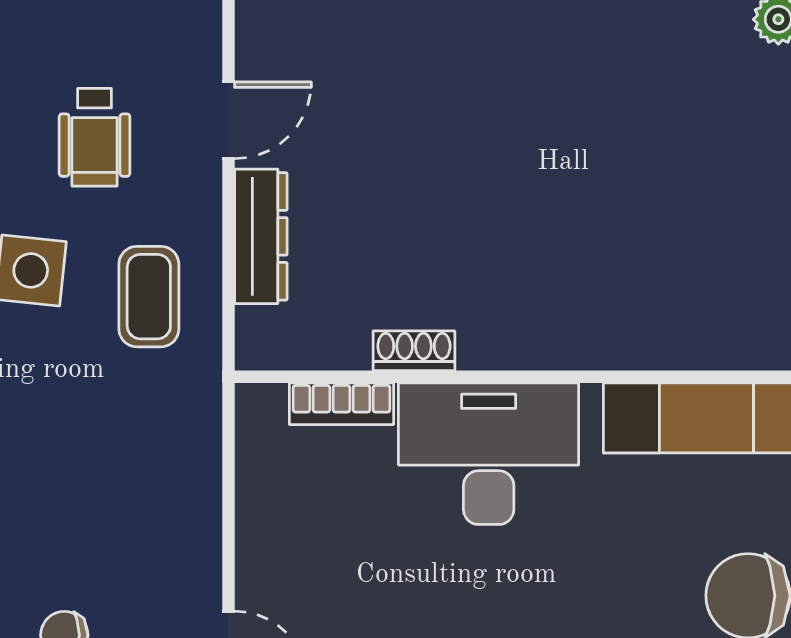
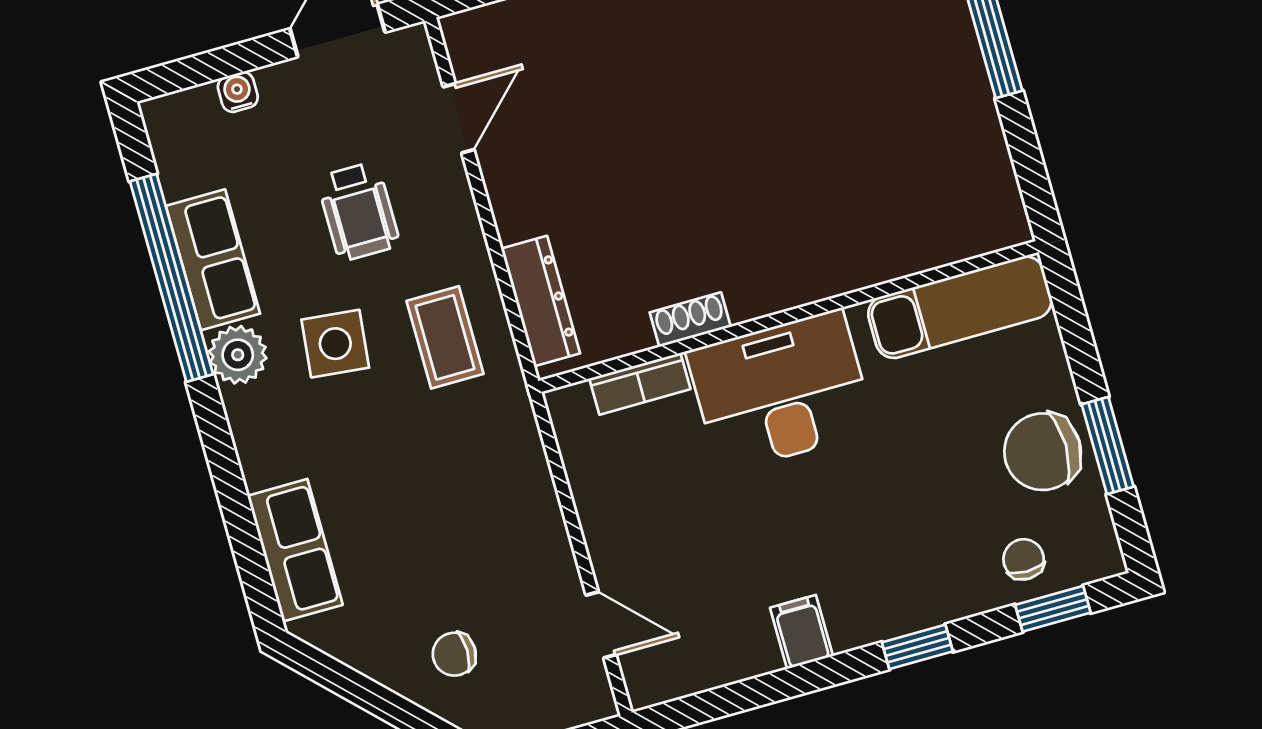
door: (228, 120) -> (459, 118), moved
dresser: (261, 236) -> (541, 301), moved

